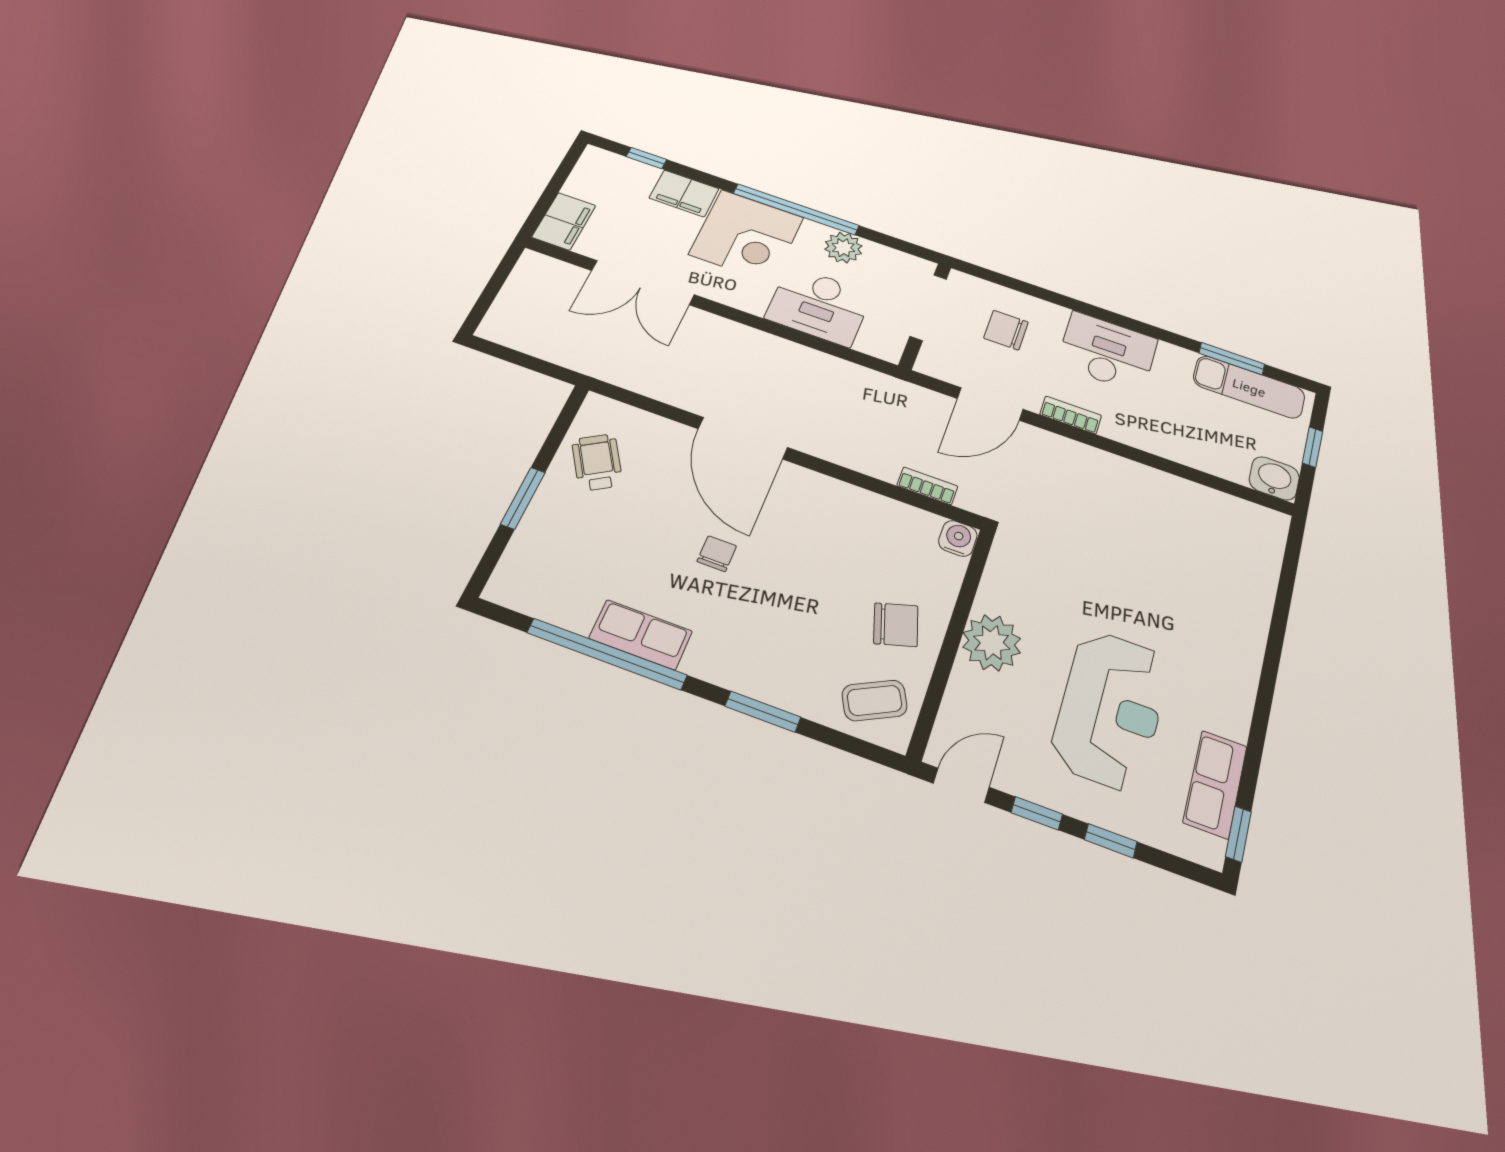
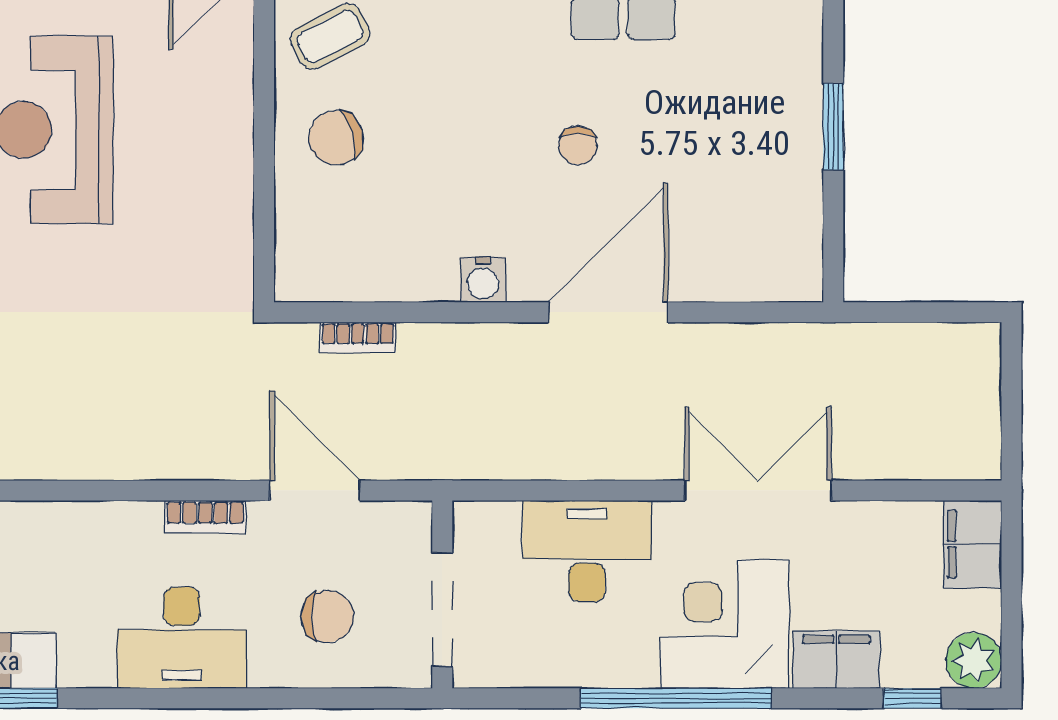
plant: (843, 248) -> (974, 661), moved
double door: (643, 283) -> (758, 490), moved
door: (990, 404) -> (315, 490), hinge flipped
door: (743, 438) -> (608, 312), hinge flipped
wheelchair: (597, 462) -> (769, 208), removed
water cooler: (958, 538) -> (483, 280), moved
plant: (992, 643) -> (216, 159), removed

